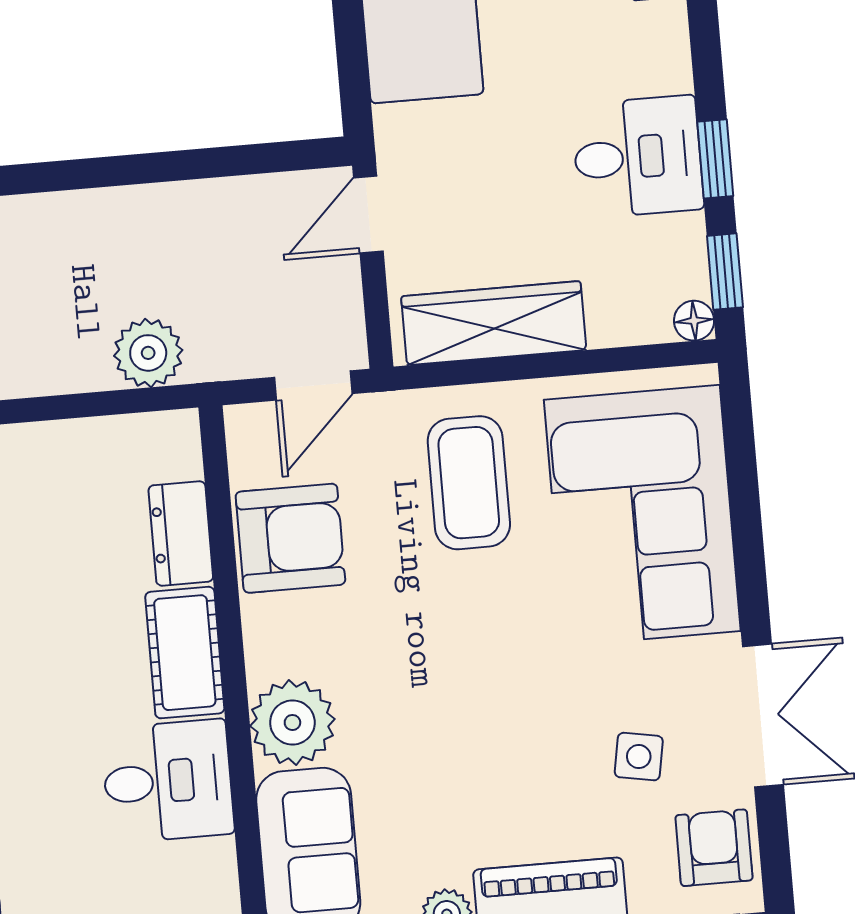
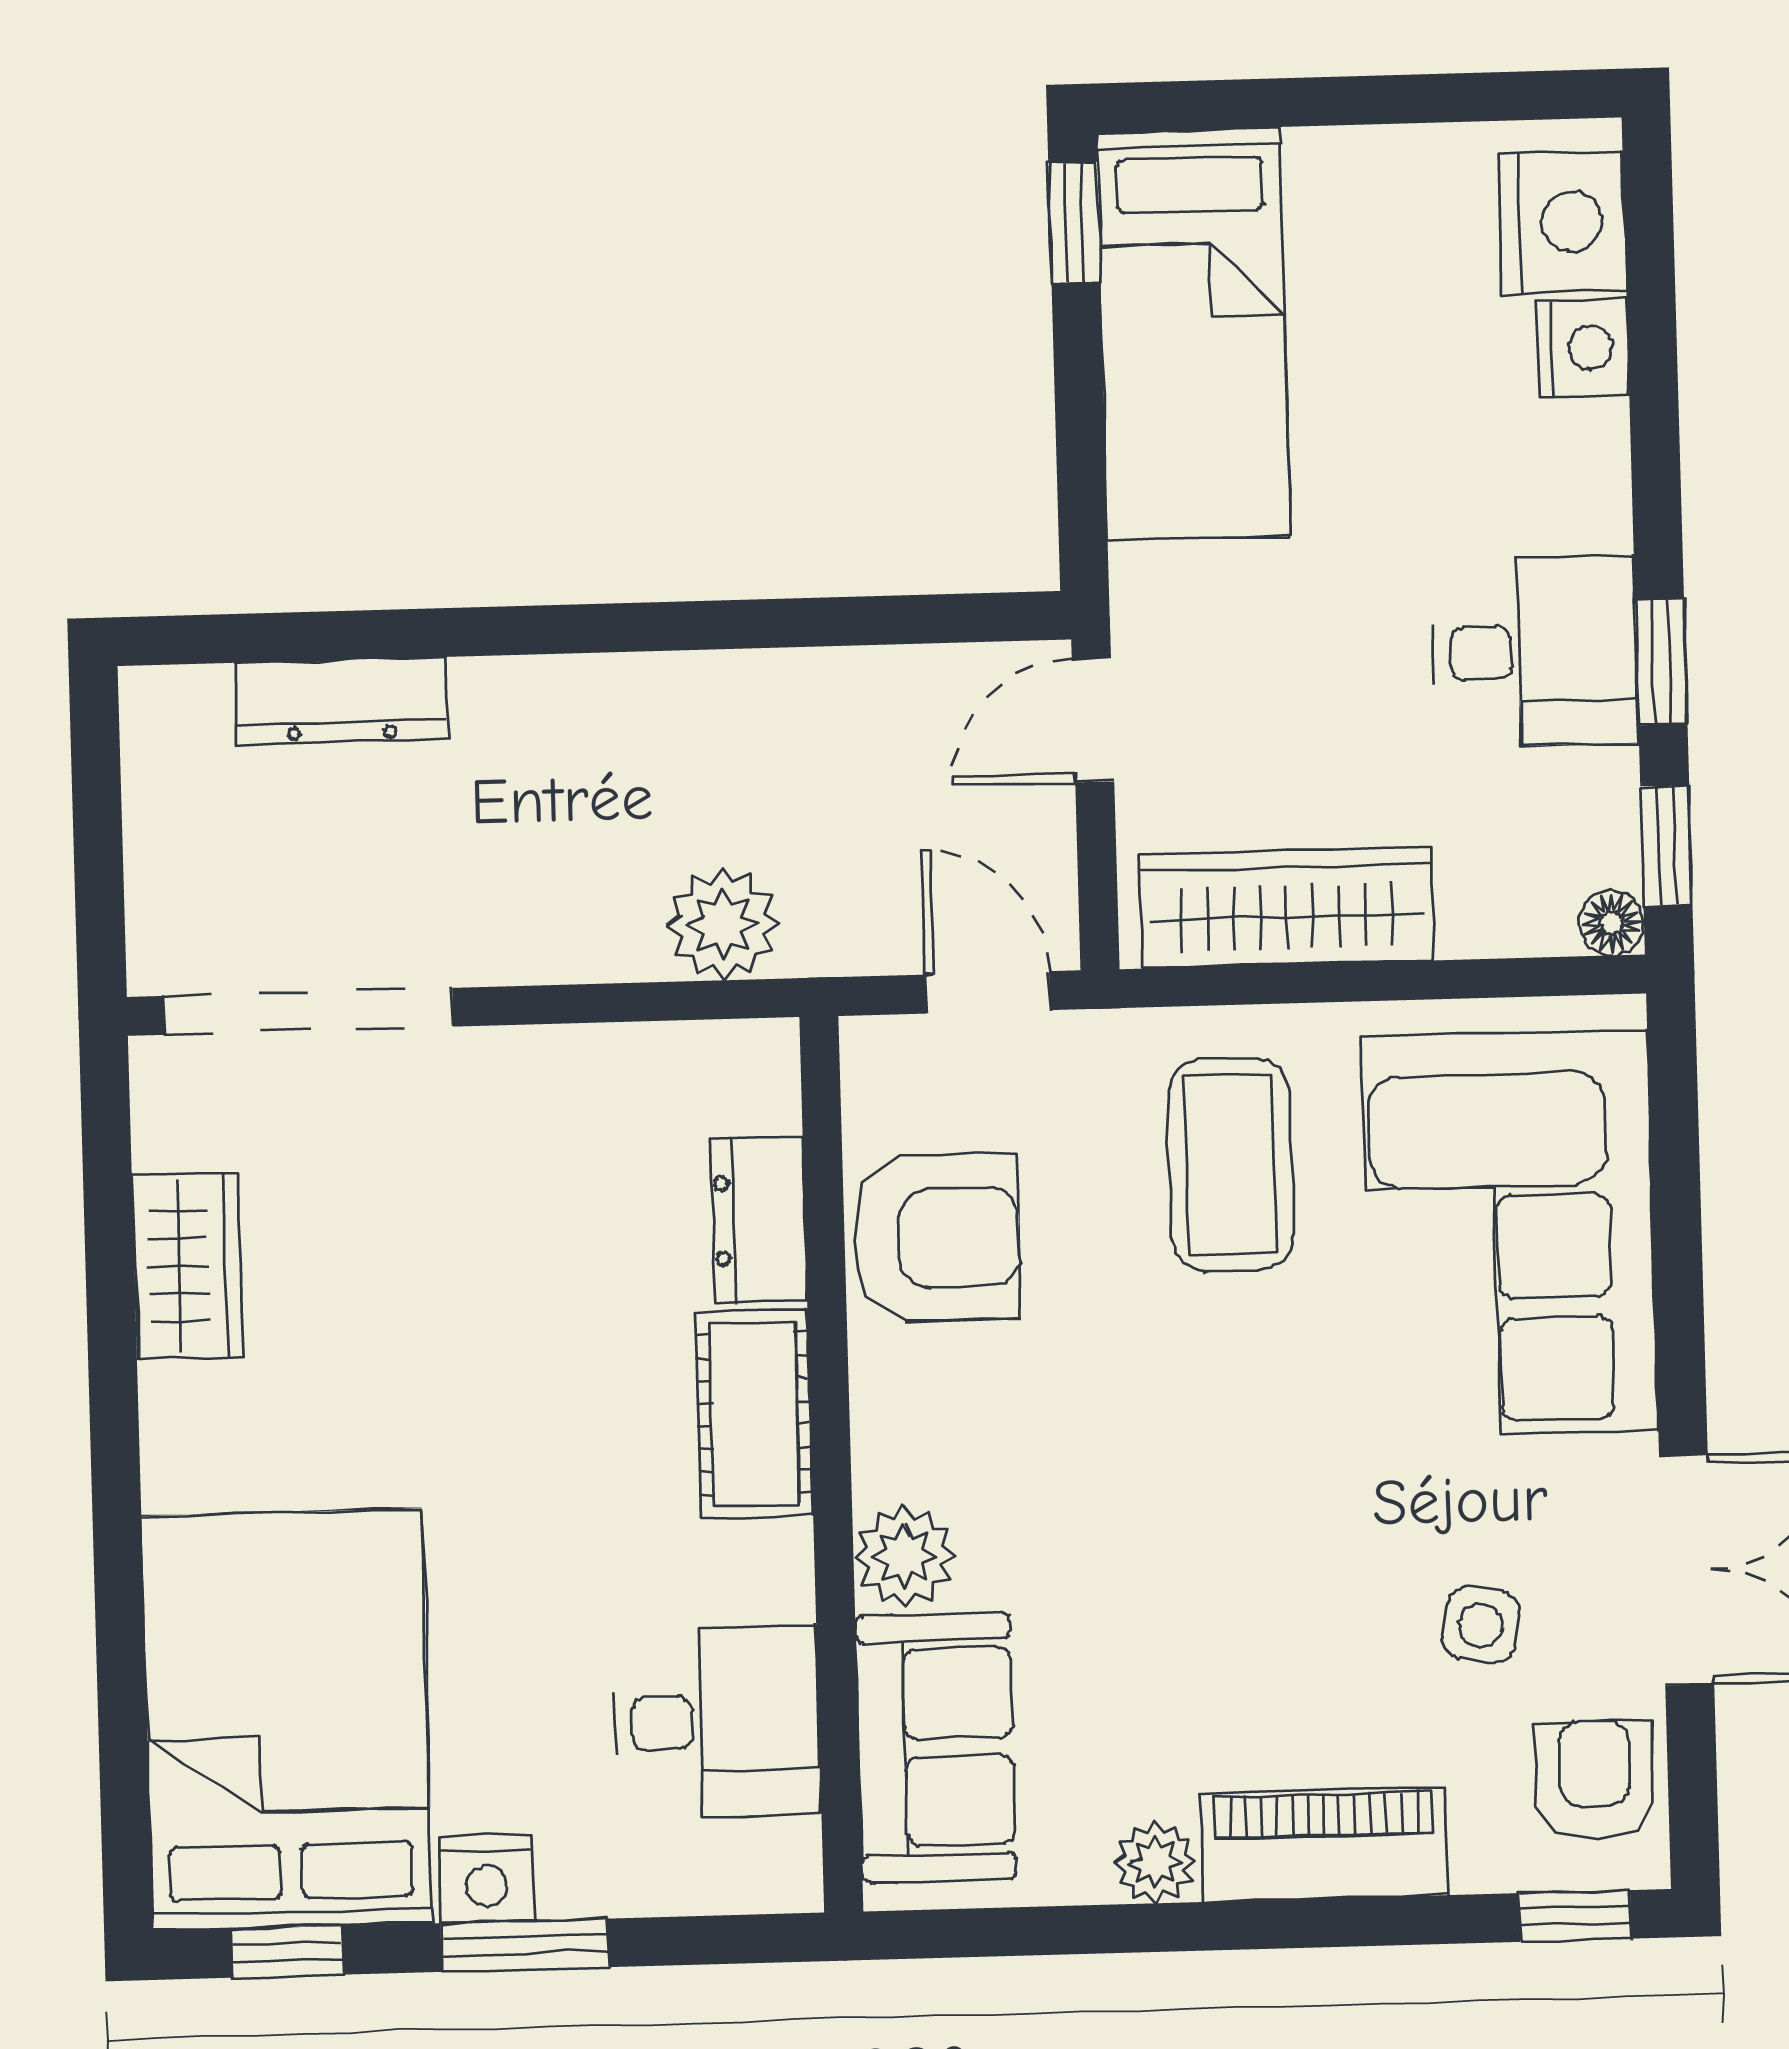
door: (313, 385) -> (988, 992), swing flipped
plant: (292, 722) -> (904, 1556), width x0.73, depth x0.73
desk: (168, 781) -> (717, 1722), moved

